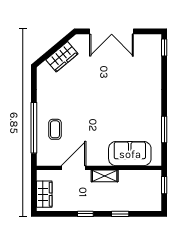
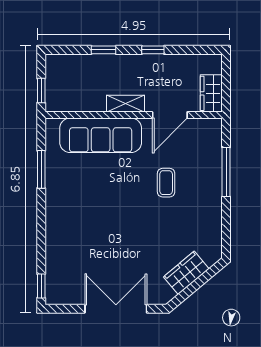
window: (34, 128) -> (226, 172), width x0.68
coffee table: (55, 129) -> (166, 183), moved
sofa: (130, 154) -> (101, 135), width x1.36
wardrobe: (44, 194) -> (211, 93), moved

